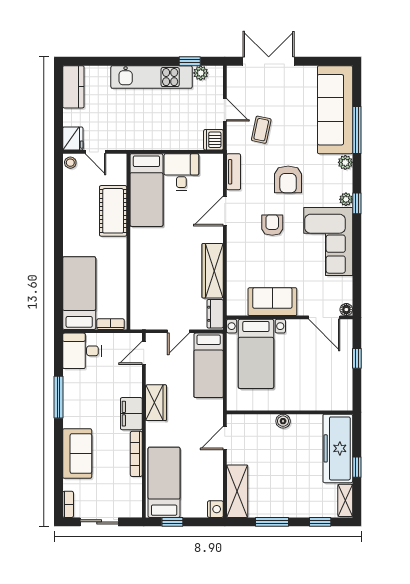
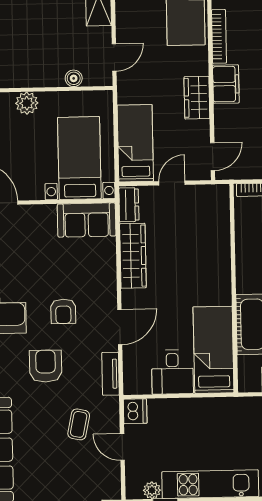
sofa: (272, 302) -> (87, 220), moved
plant: (299, 401) -> (27, 103), added
boiler: (283, 421) -> (74, 78), moved

